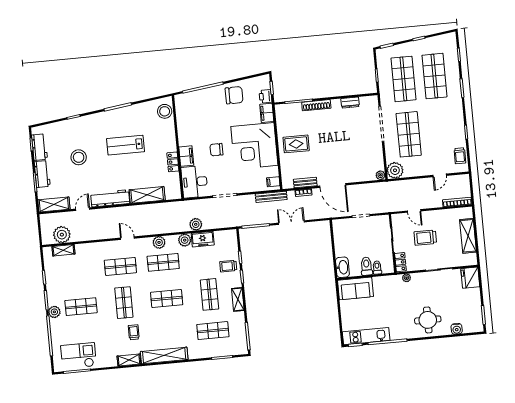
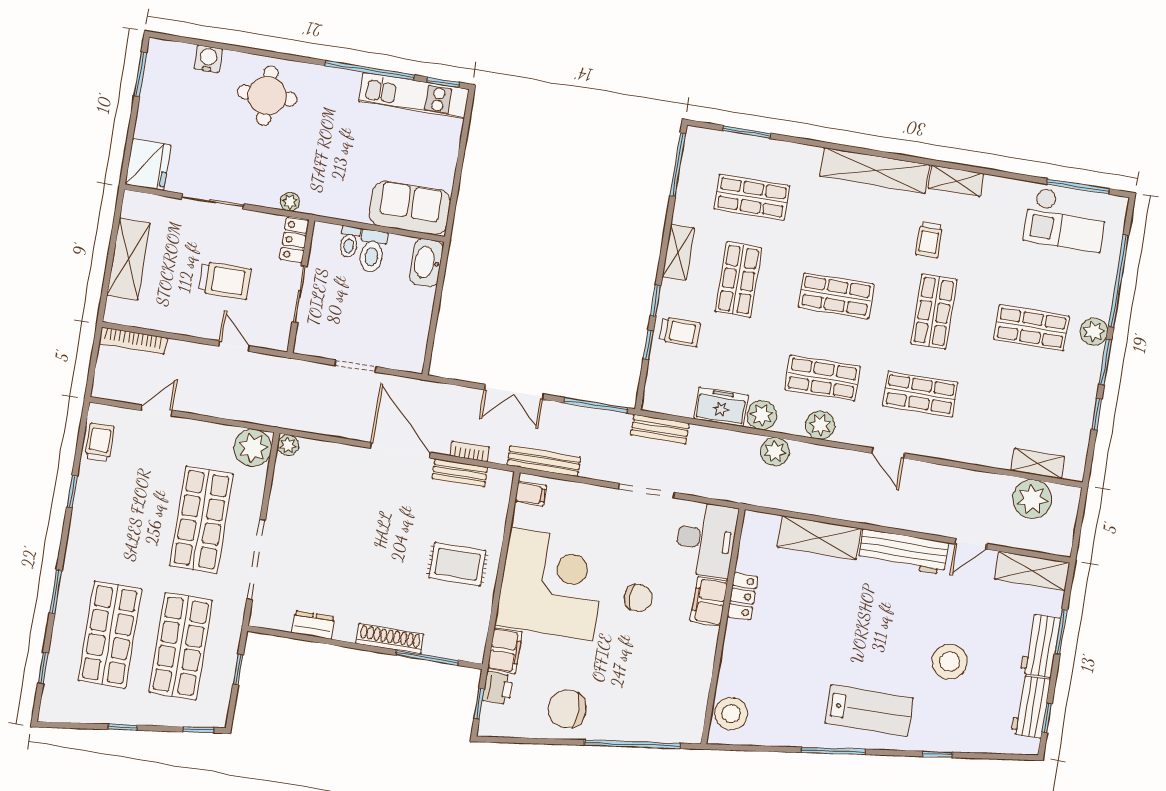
lab bench: (126, 145) -> (869, 711), moved
bench: (226, 223) -> (660, 429), added
plant: (196, 224) -> (775, 452), moved

